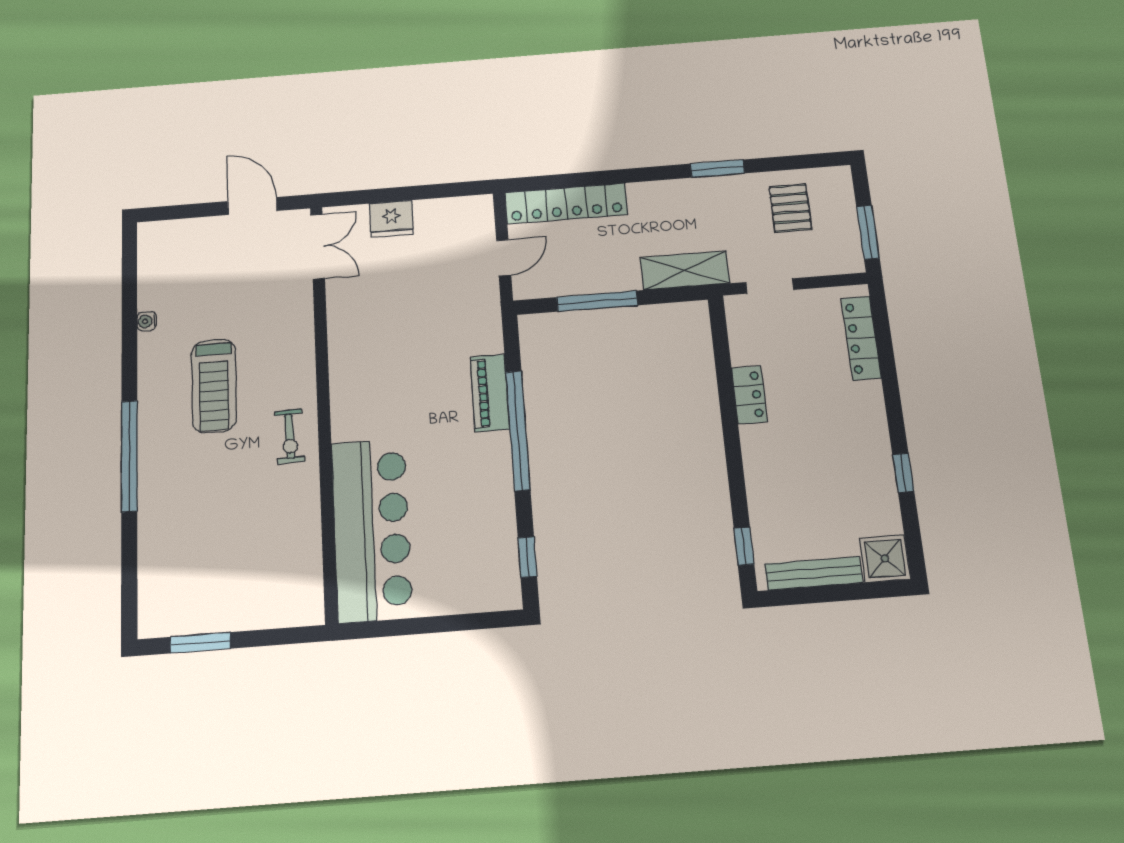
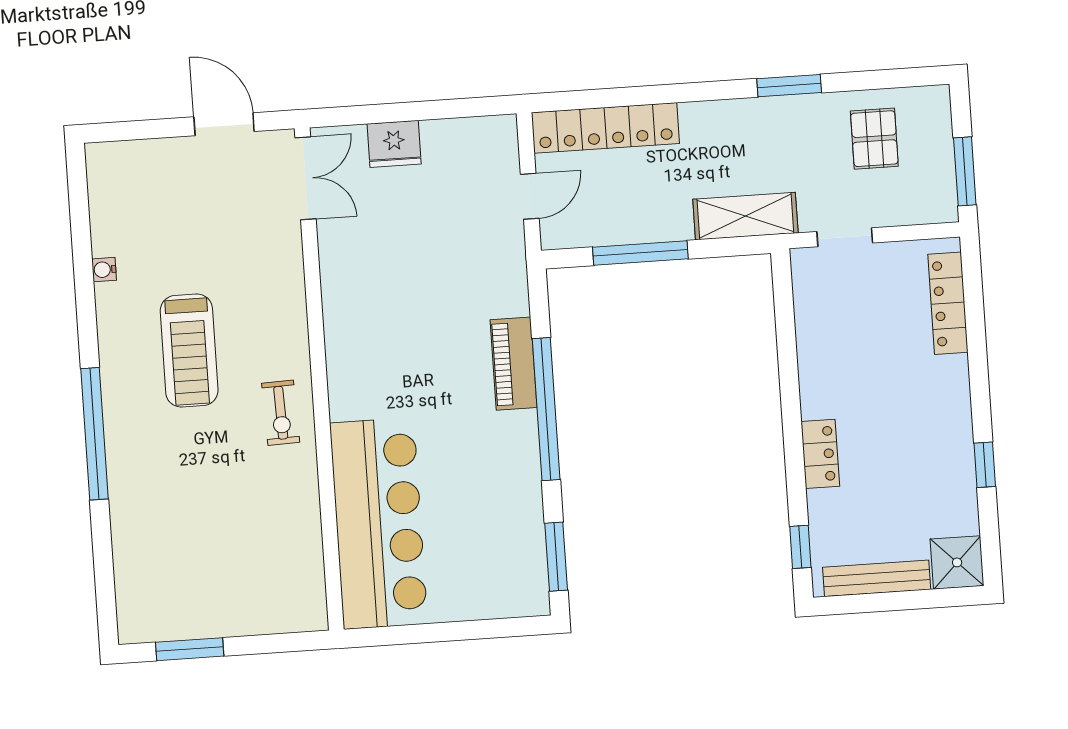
locker: (749, 395) -> (820, 454), moved
window: (527, 557) -> (556, 557), width x1.50

